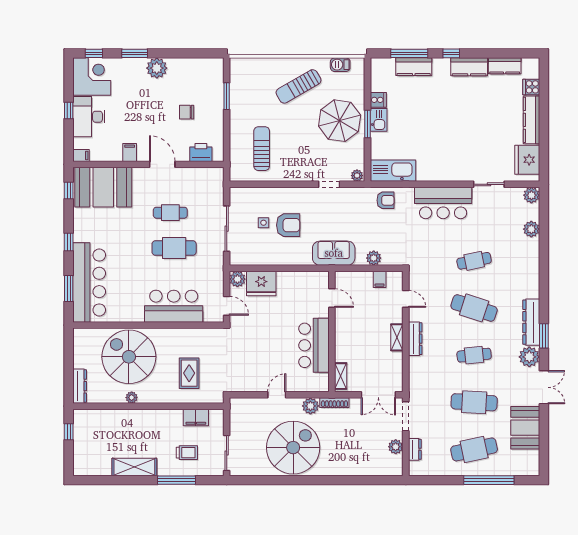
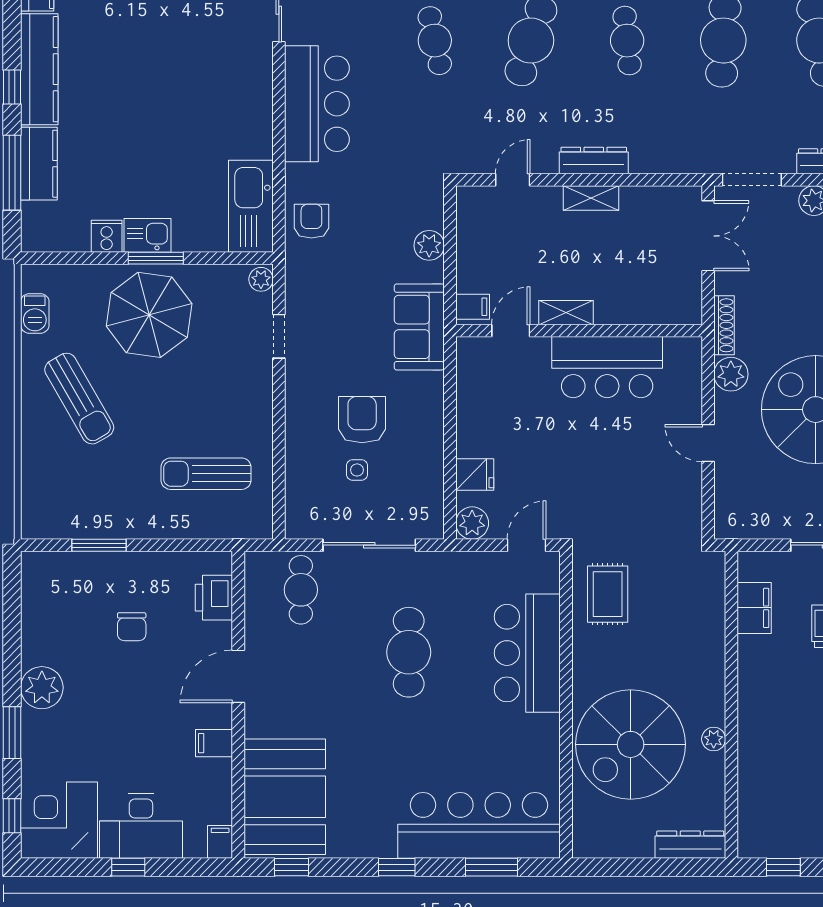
kitchen counter: (469, 67) -> (39, 69), width x1.50
cafe table: (170, 213) -> (301, 590), moved
filing cabinet: (380, 279) -> (473, 307), moved
fridge: (261, 283) -> (475, 475), width x0.53, depth x0.75
rug: (189, 373) -> (608, 594), moved, turned 90
shelving: (341, 376) -> (566, 313), moved

